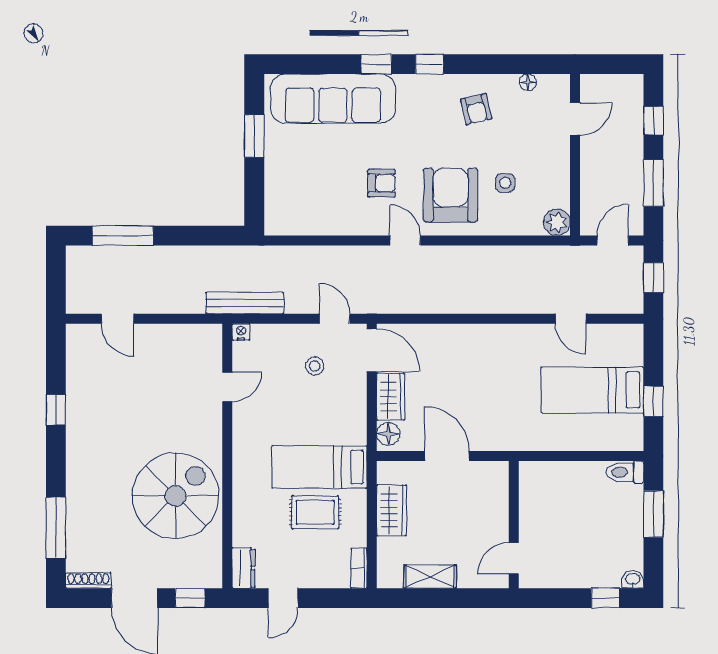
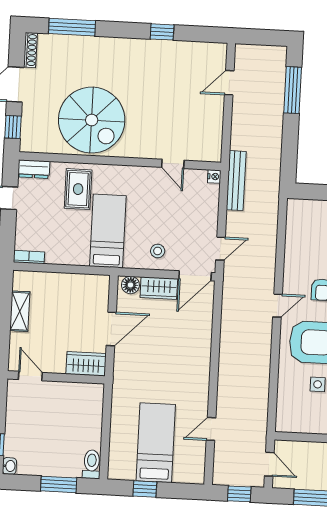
plant: (557, 222) -> (285, 422), removed
stool: (315, 366) -> (158, 251), moved
wardrobe: (392, 510) -> (86, 364), moved, turned 180
rug: (315, 512) -> (78, 189), moved

